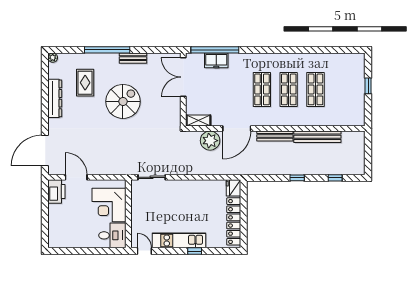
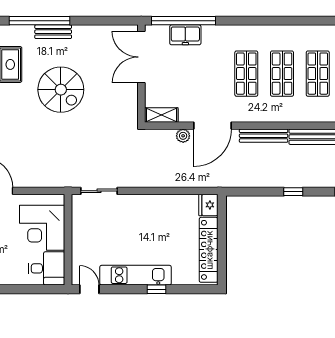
bench: (133, 58) -> (53, 32), moved
spiral stairs: (123, 101) -> (61, 90), turned 90
plant: (210, 141) -> (183, 136), width x0.53, depth x0.53

